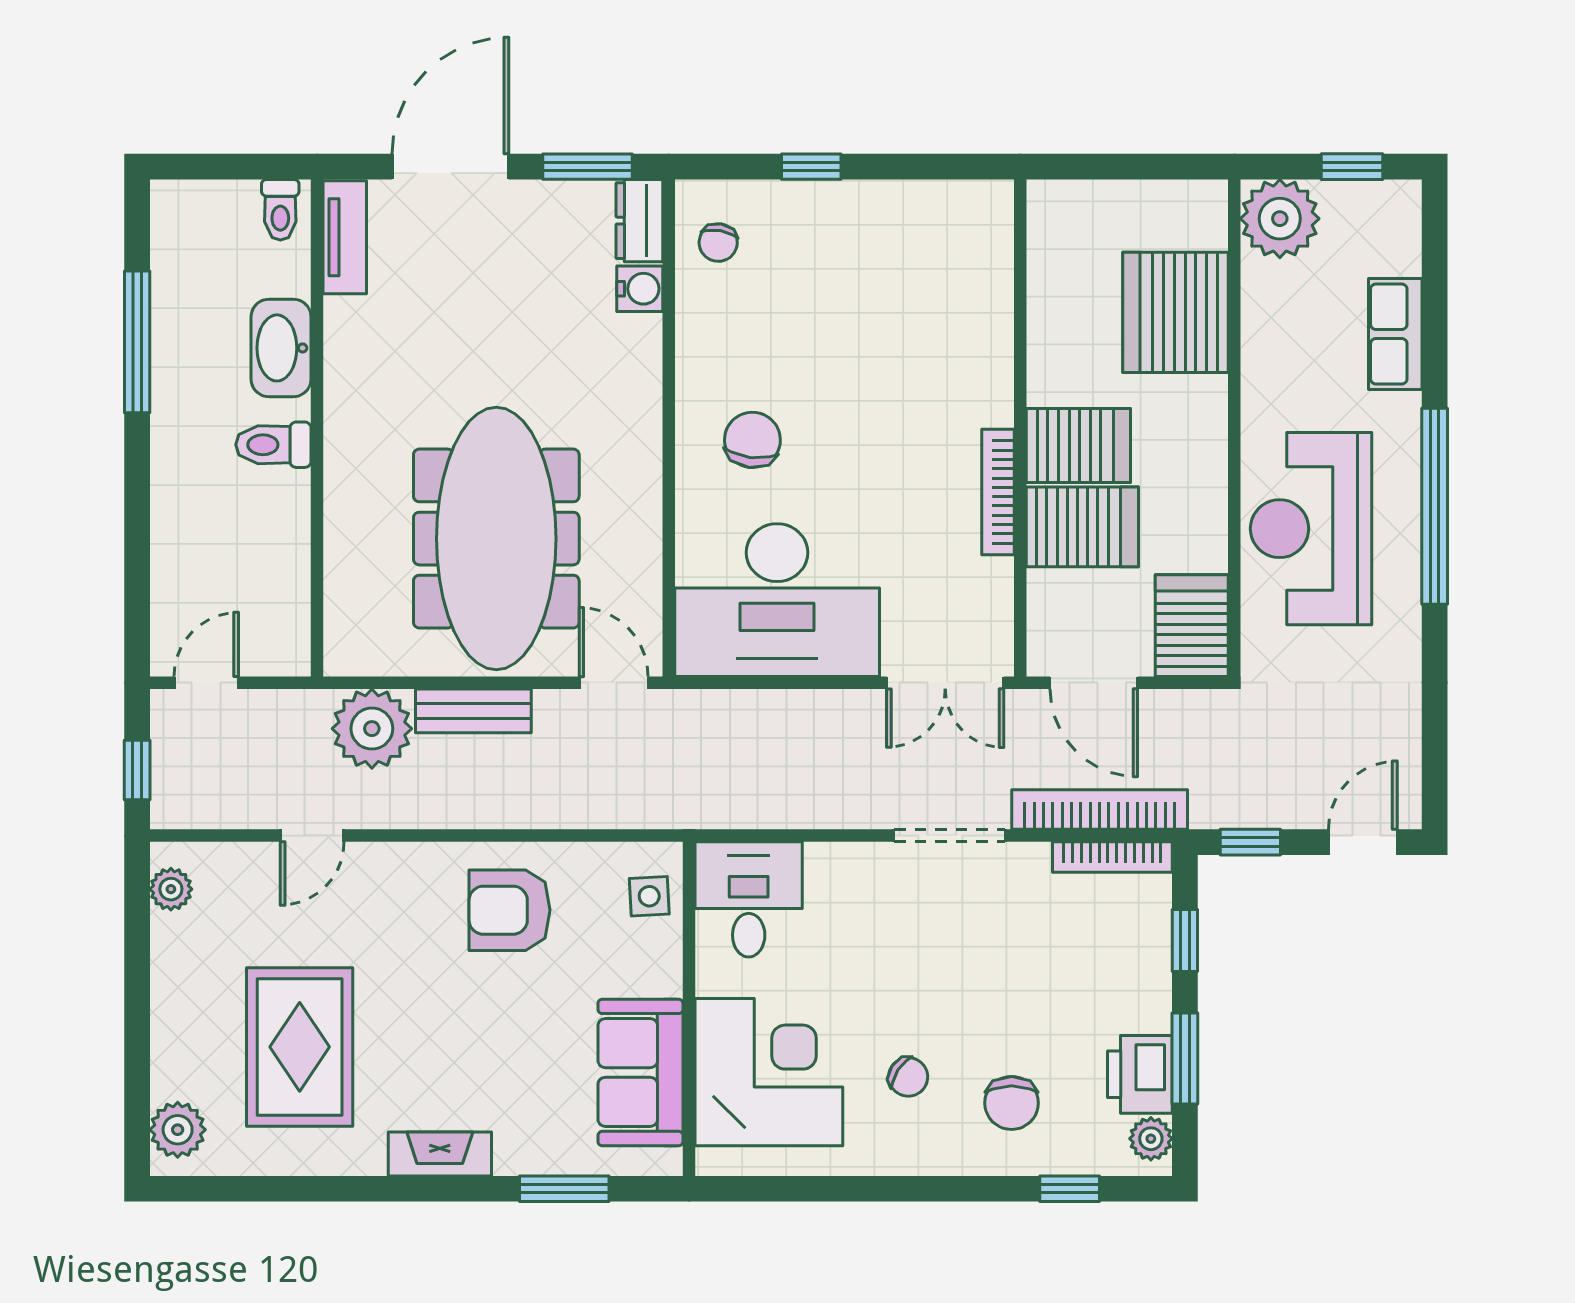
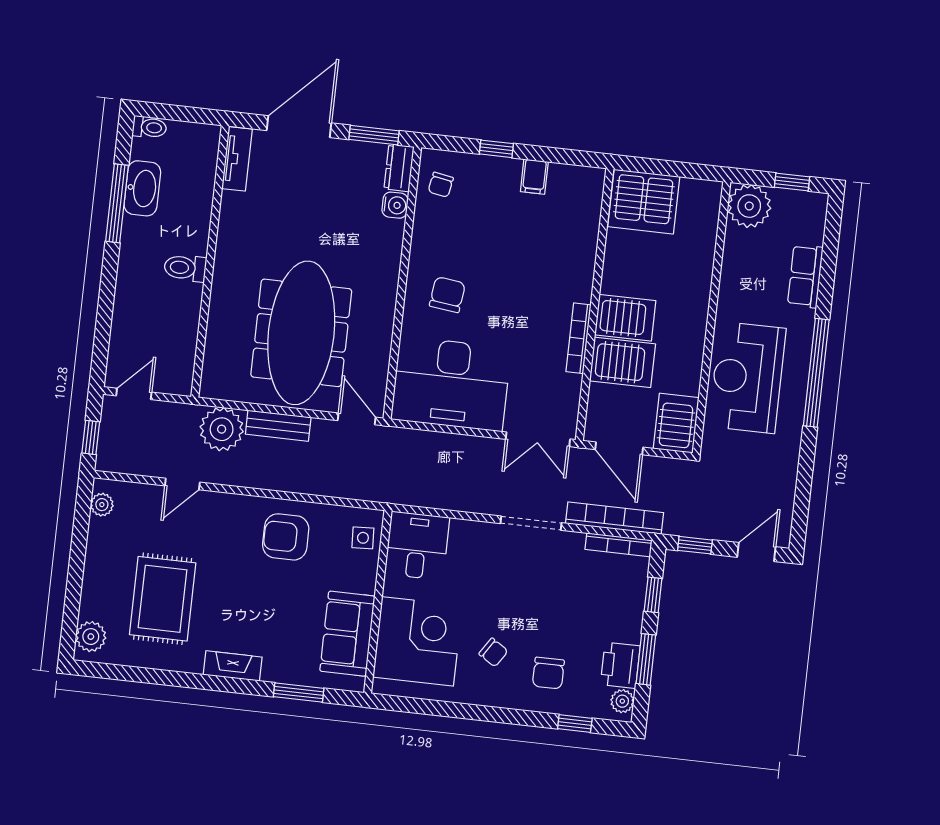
filing cabinet: (886, 209) -> (534, 177), added
toilet: (280, 210) -> (149, 127), moved, turned -90
server rack: (1176, 312) -> (644, 202), moved, turned -90
washbasin: (281, 348) -> (142, 188), moved, turned 180

